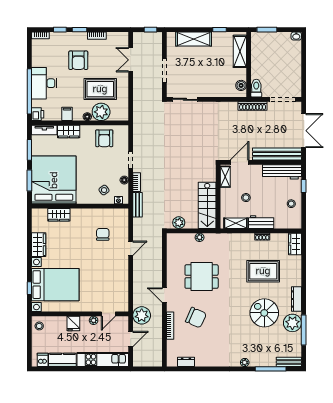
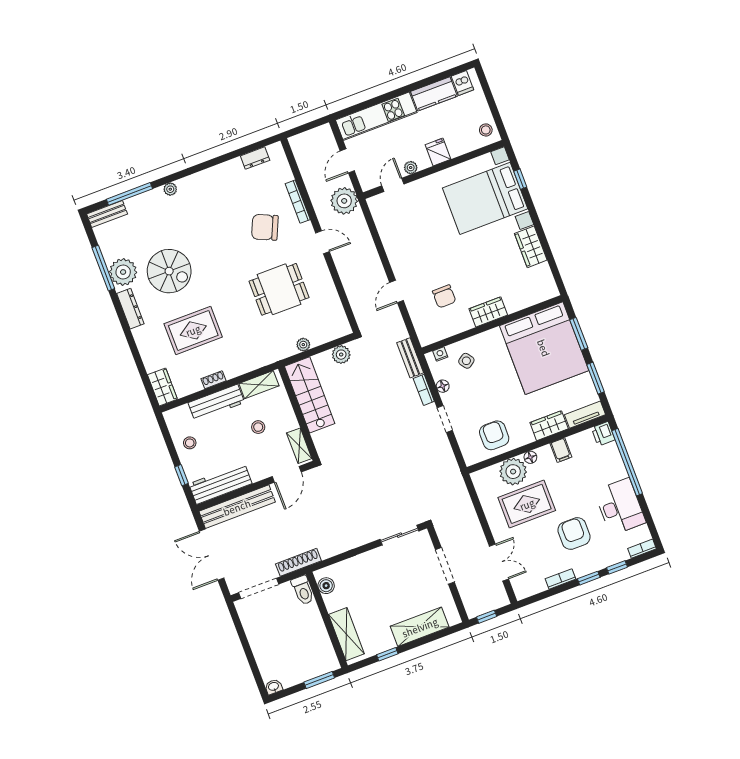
desk: (44, 83) -> (620, 507), moved
wardrobe: (59, 215) -> (488, 312), moved
workbench: (261, 222) -> (216, 403), width x1.38

